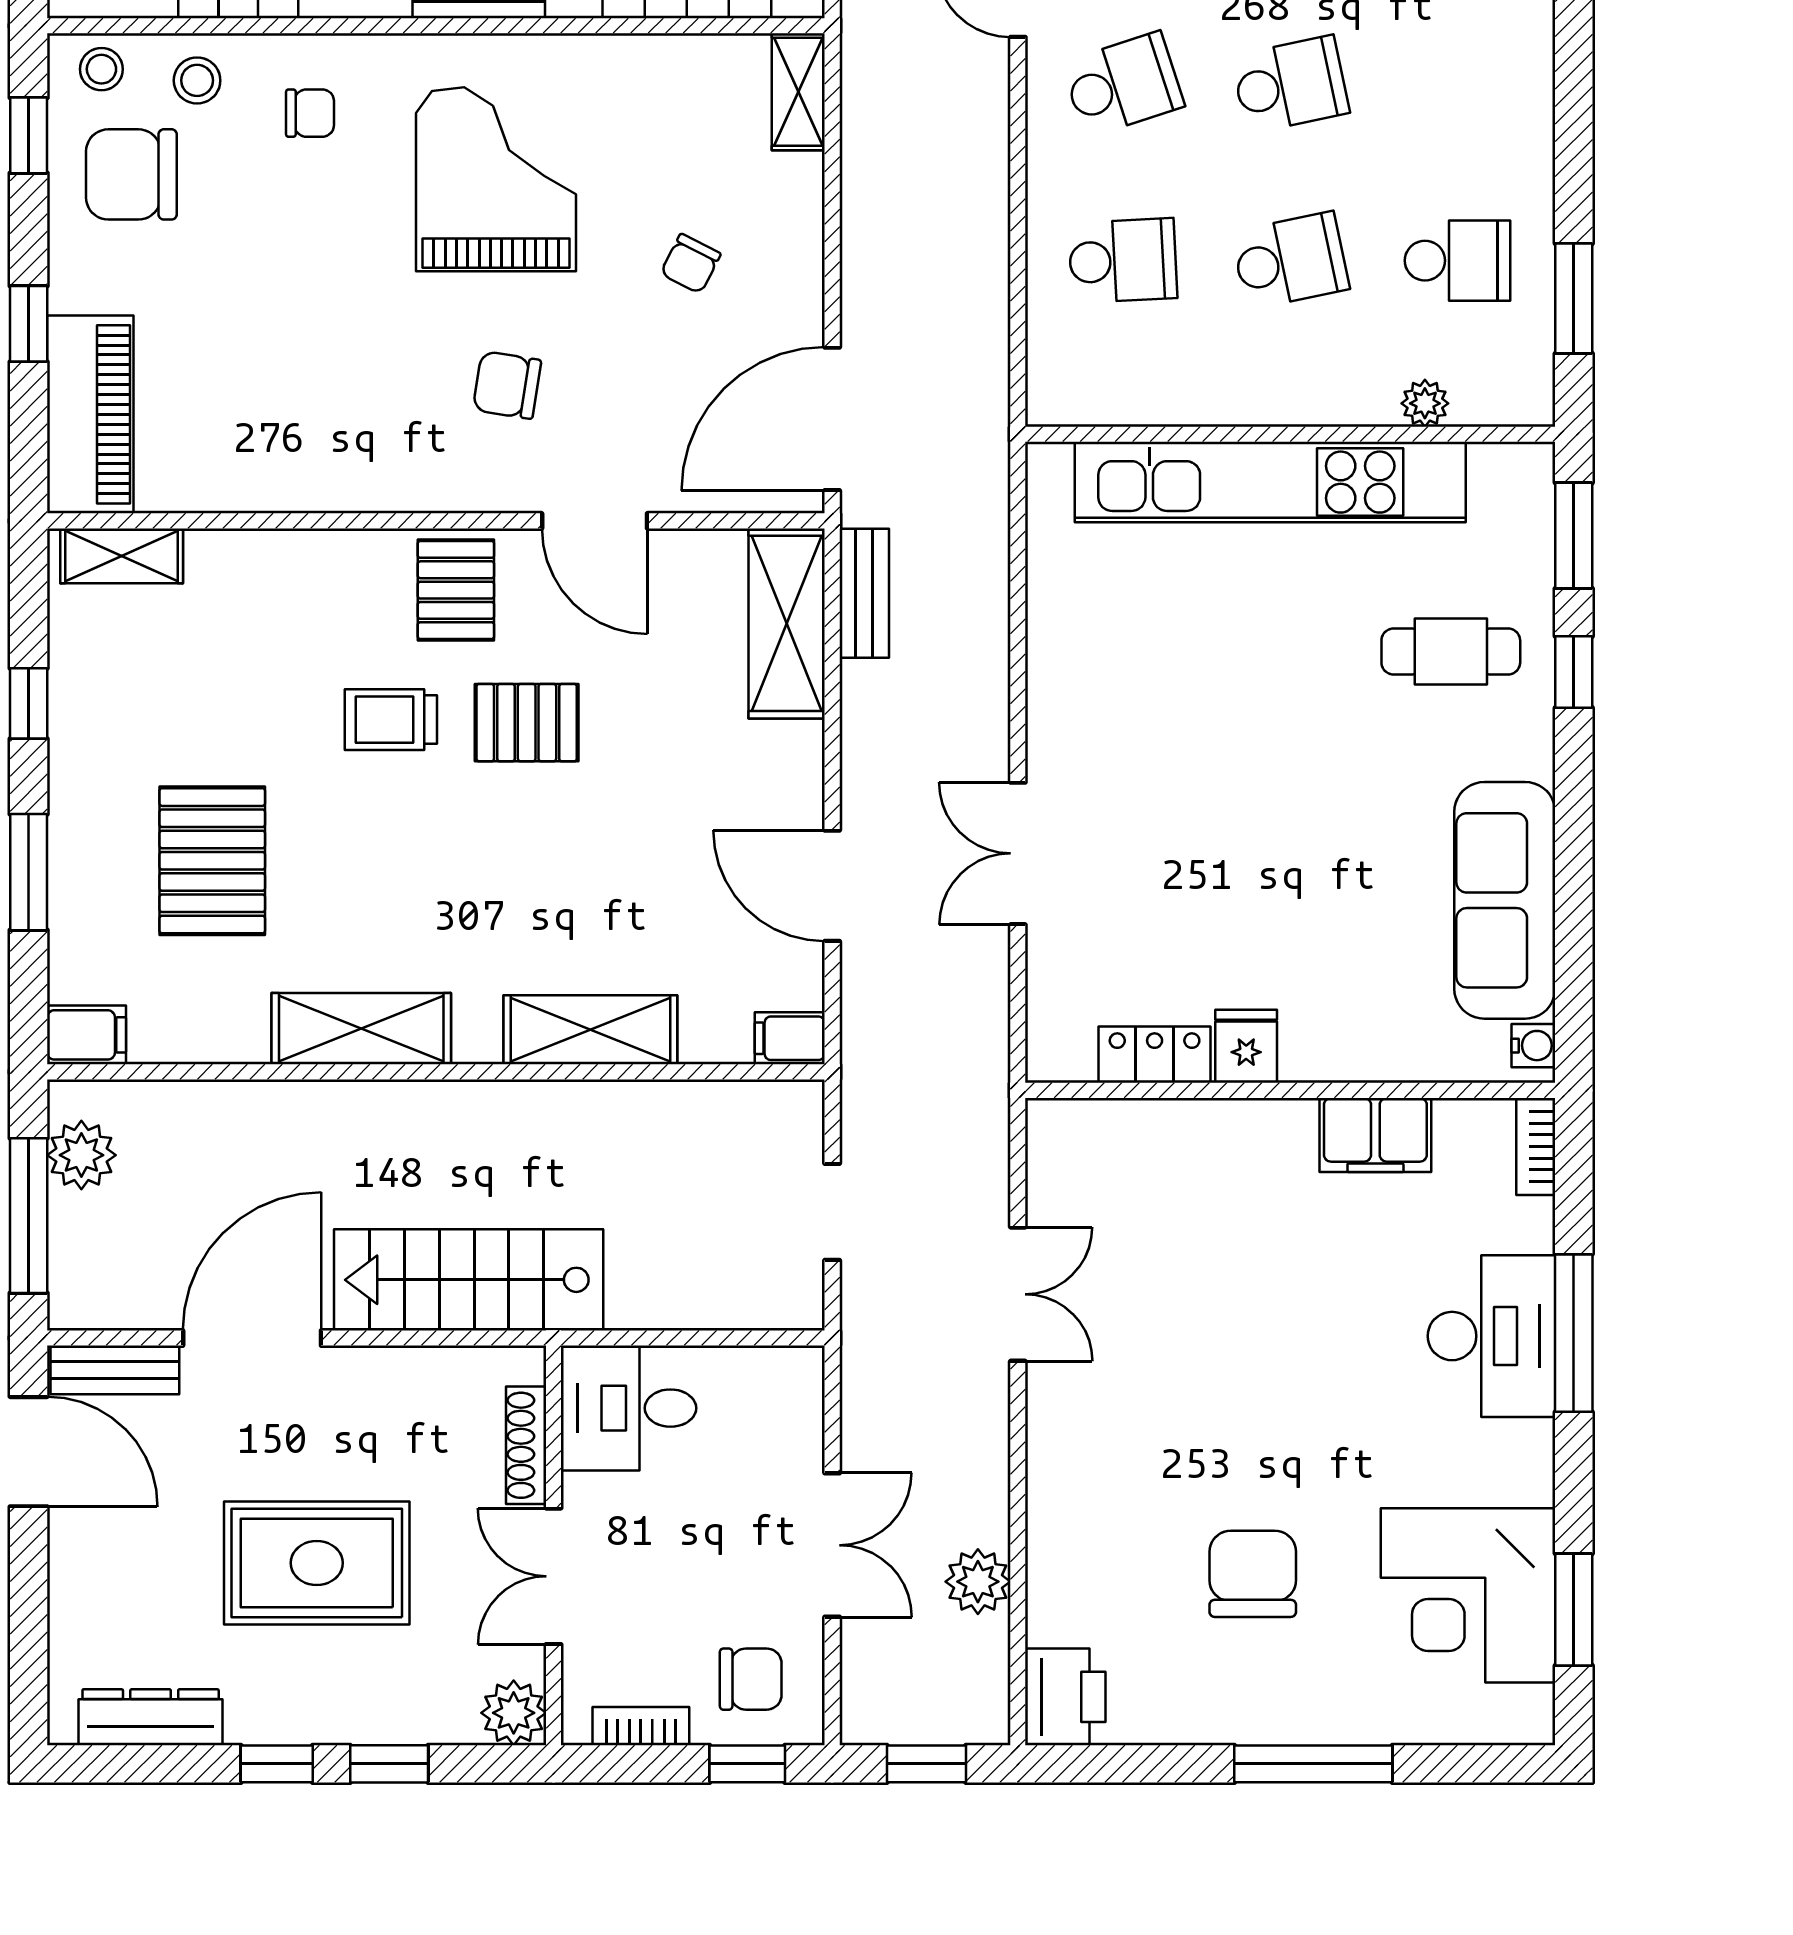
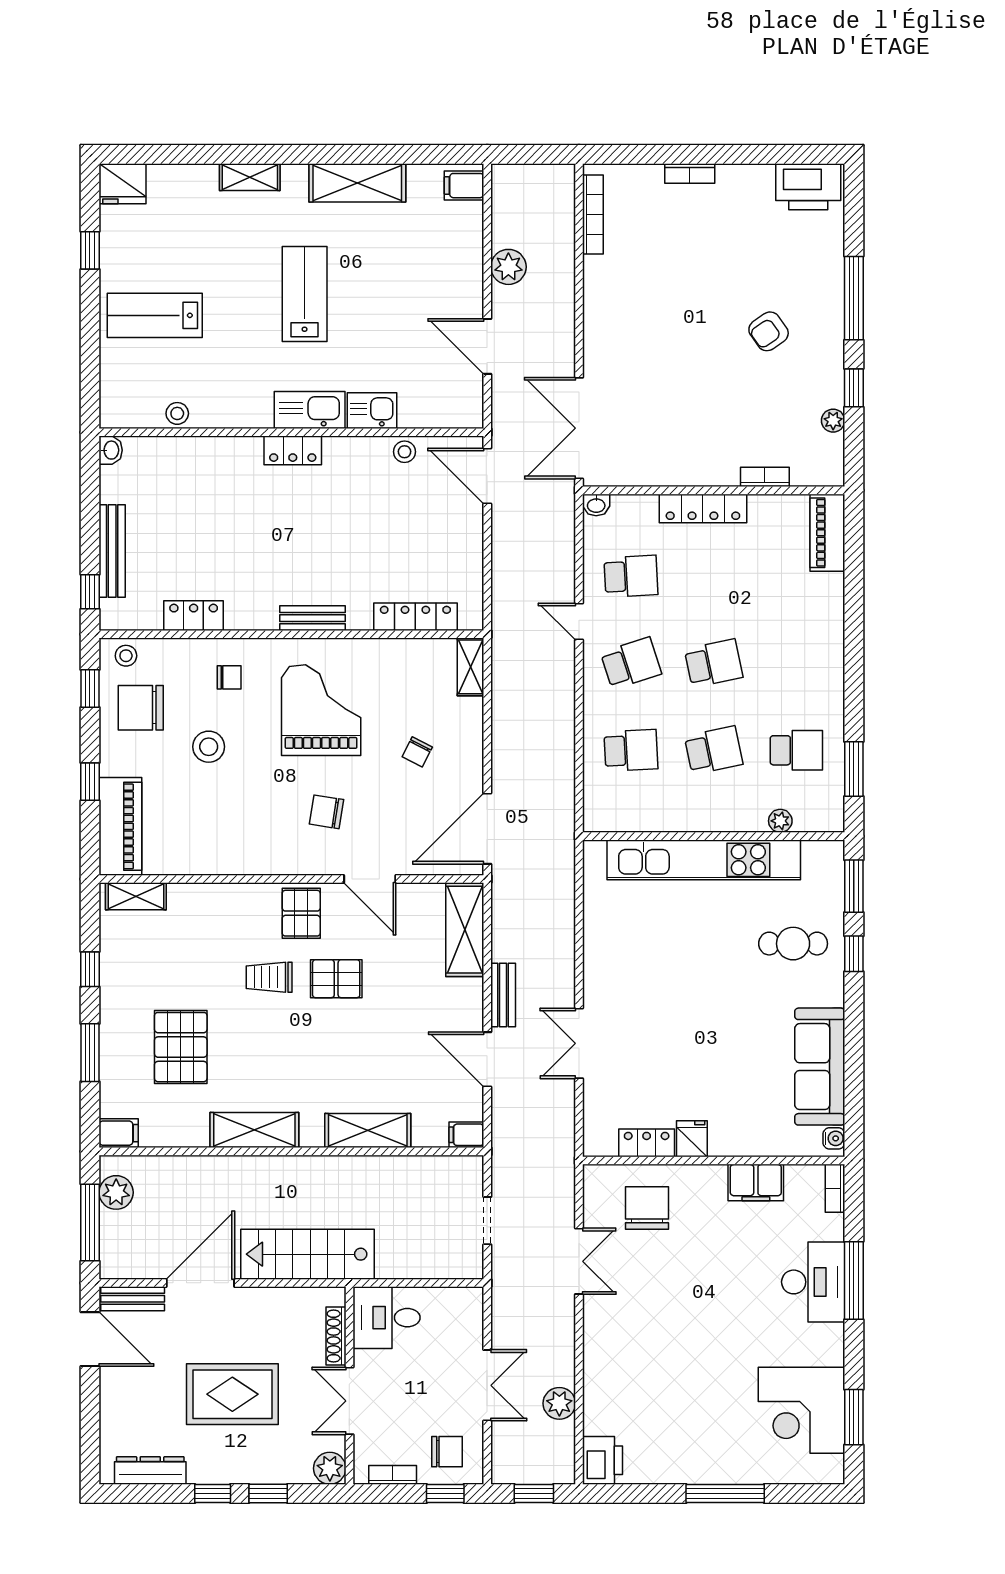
stool: (197, 80) -> (209, 747), moved, width x1.37, depth x1.37
bench: (864, 593) -> (503, 995), moved
chair: (1253, 1574) -> (647, 1208), moved

